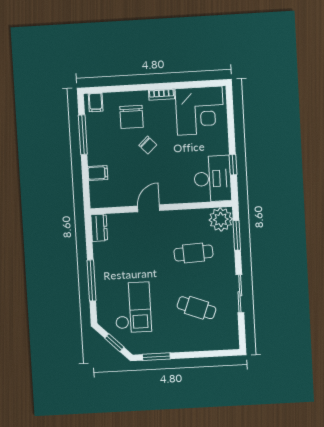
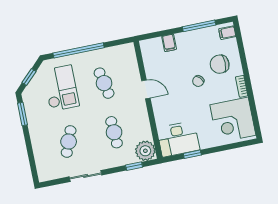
dresser: (99, 228) -> (124, 51), removed
window: (237, 235) -> (134, 166), width x0.67
cafe table: (134, 256) -> (104, 83), added
window: (91, 280) -> (79, 50), width x1.46
checkout: (133, 307) -> (61, 88), turned -90

